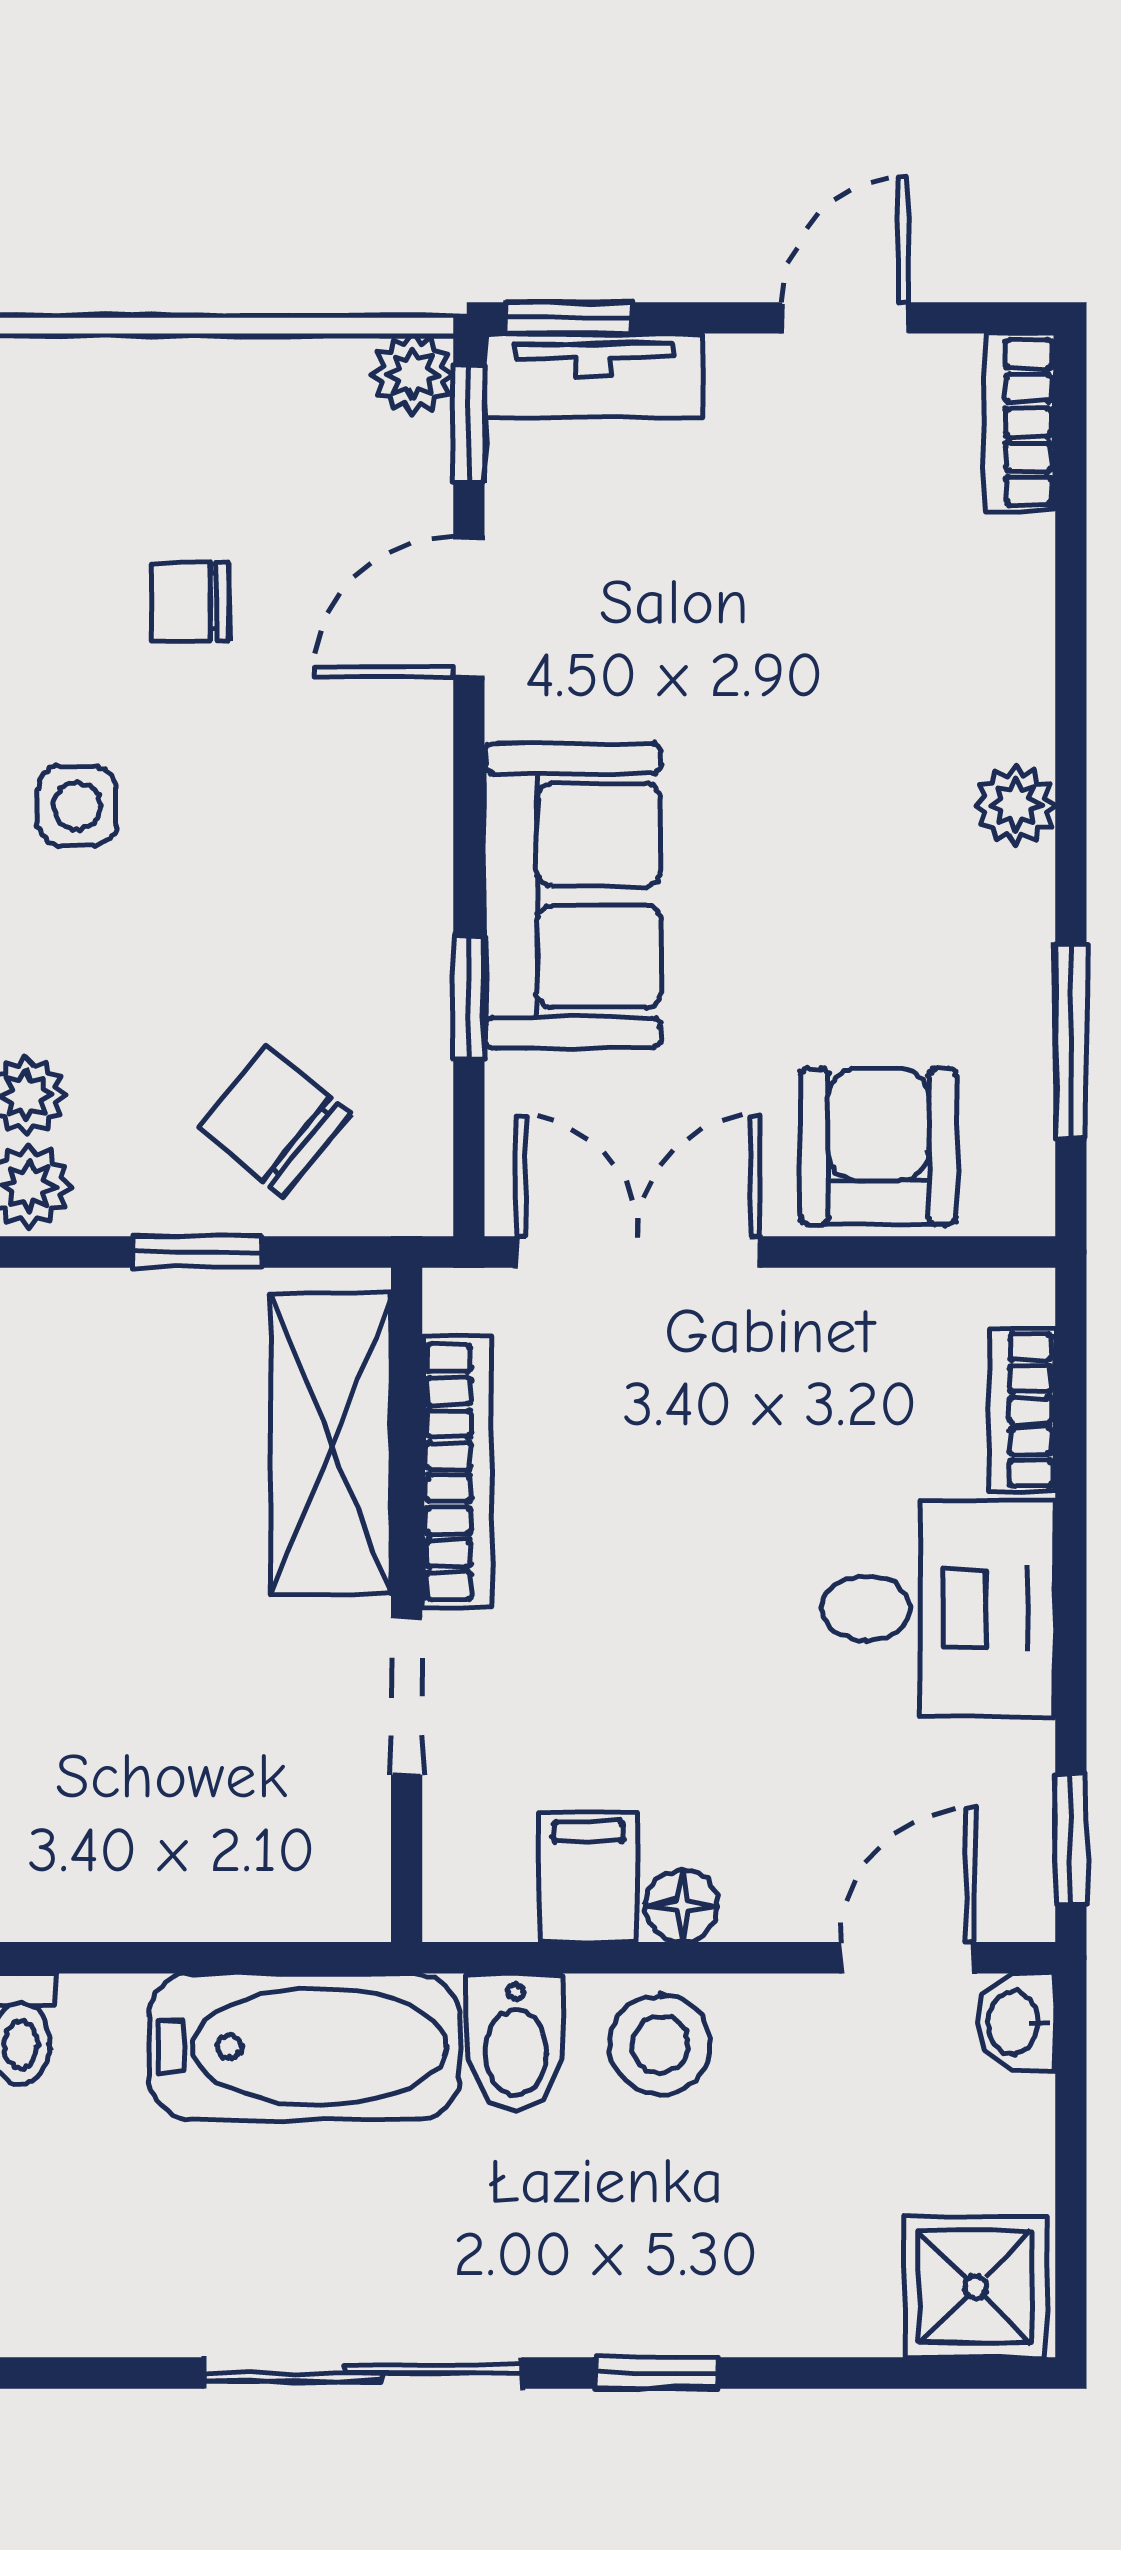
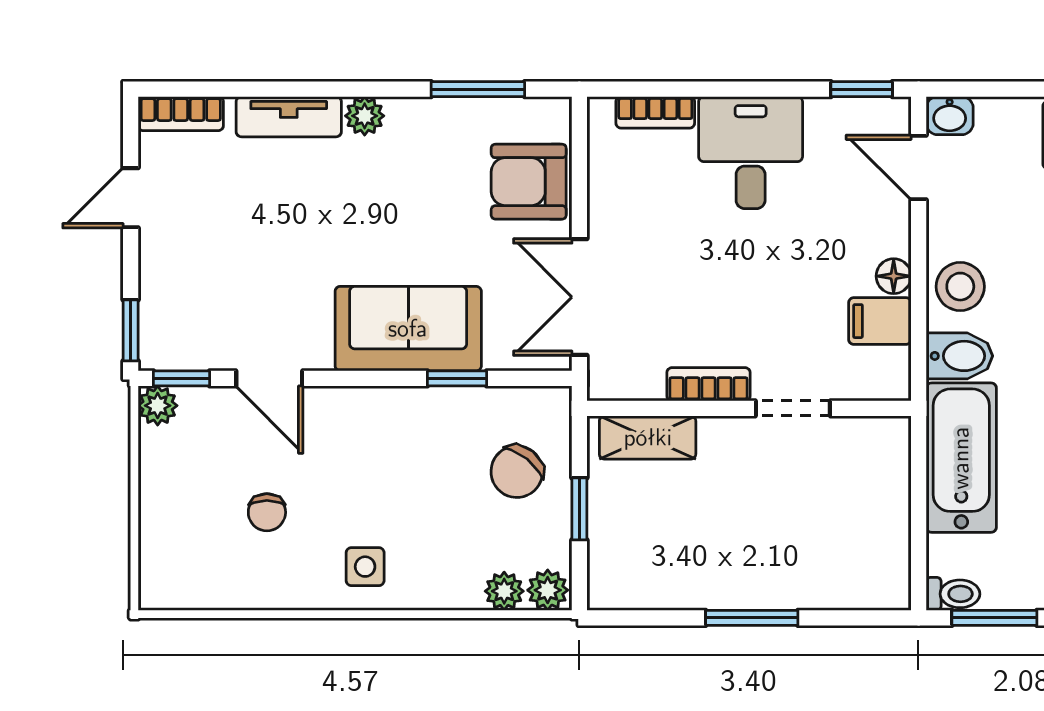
door: (845, 318) -> (131, 198), hinge flipped
tv unit: (594, 375) -> (289, 117), moved, turned 90
shelving: (331, 1444) -> (648, 438), width x0.67, depth x0.75
bookcase: (457, 1472) -> (709, 384), width x0.64

